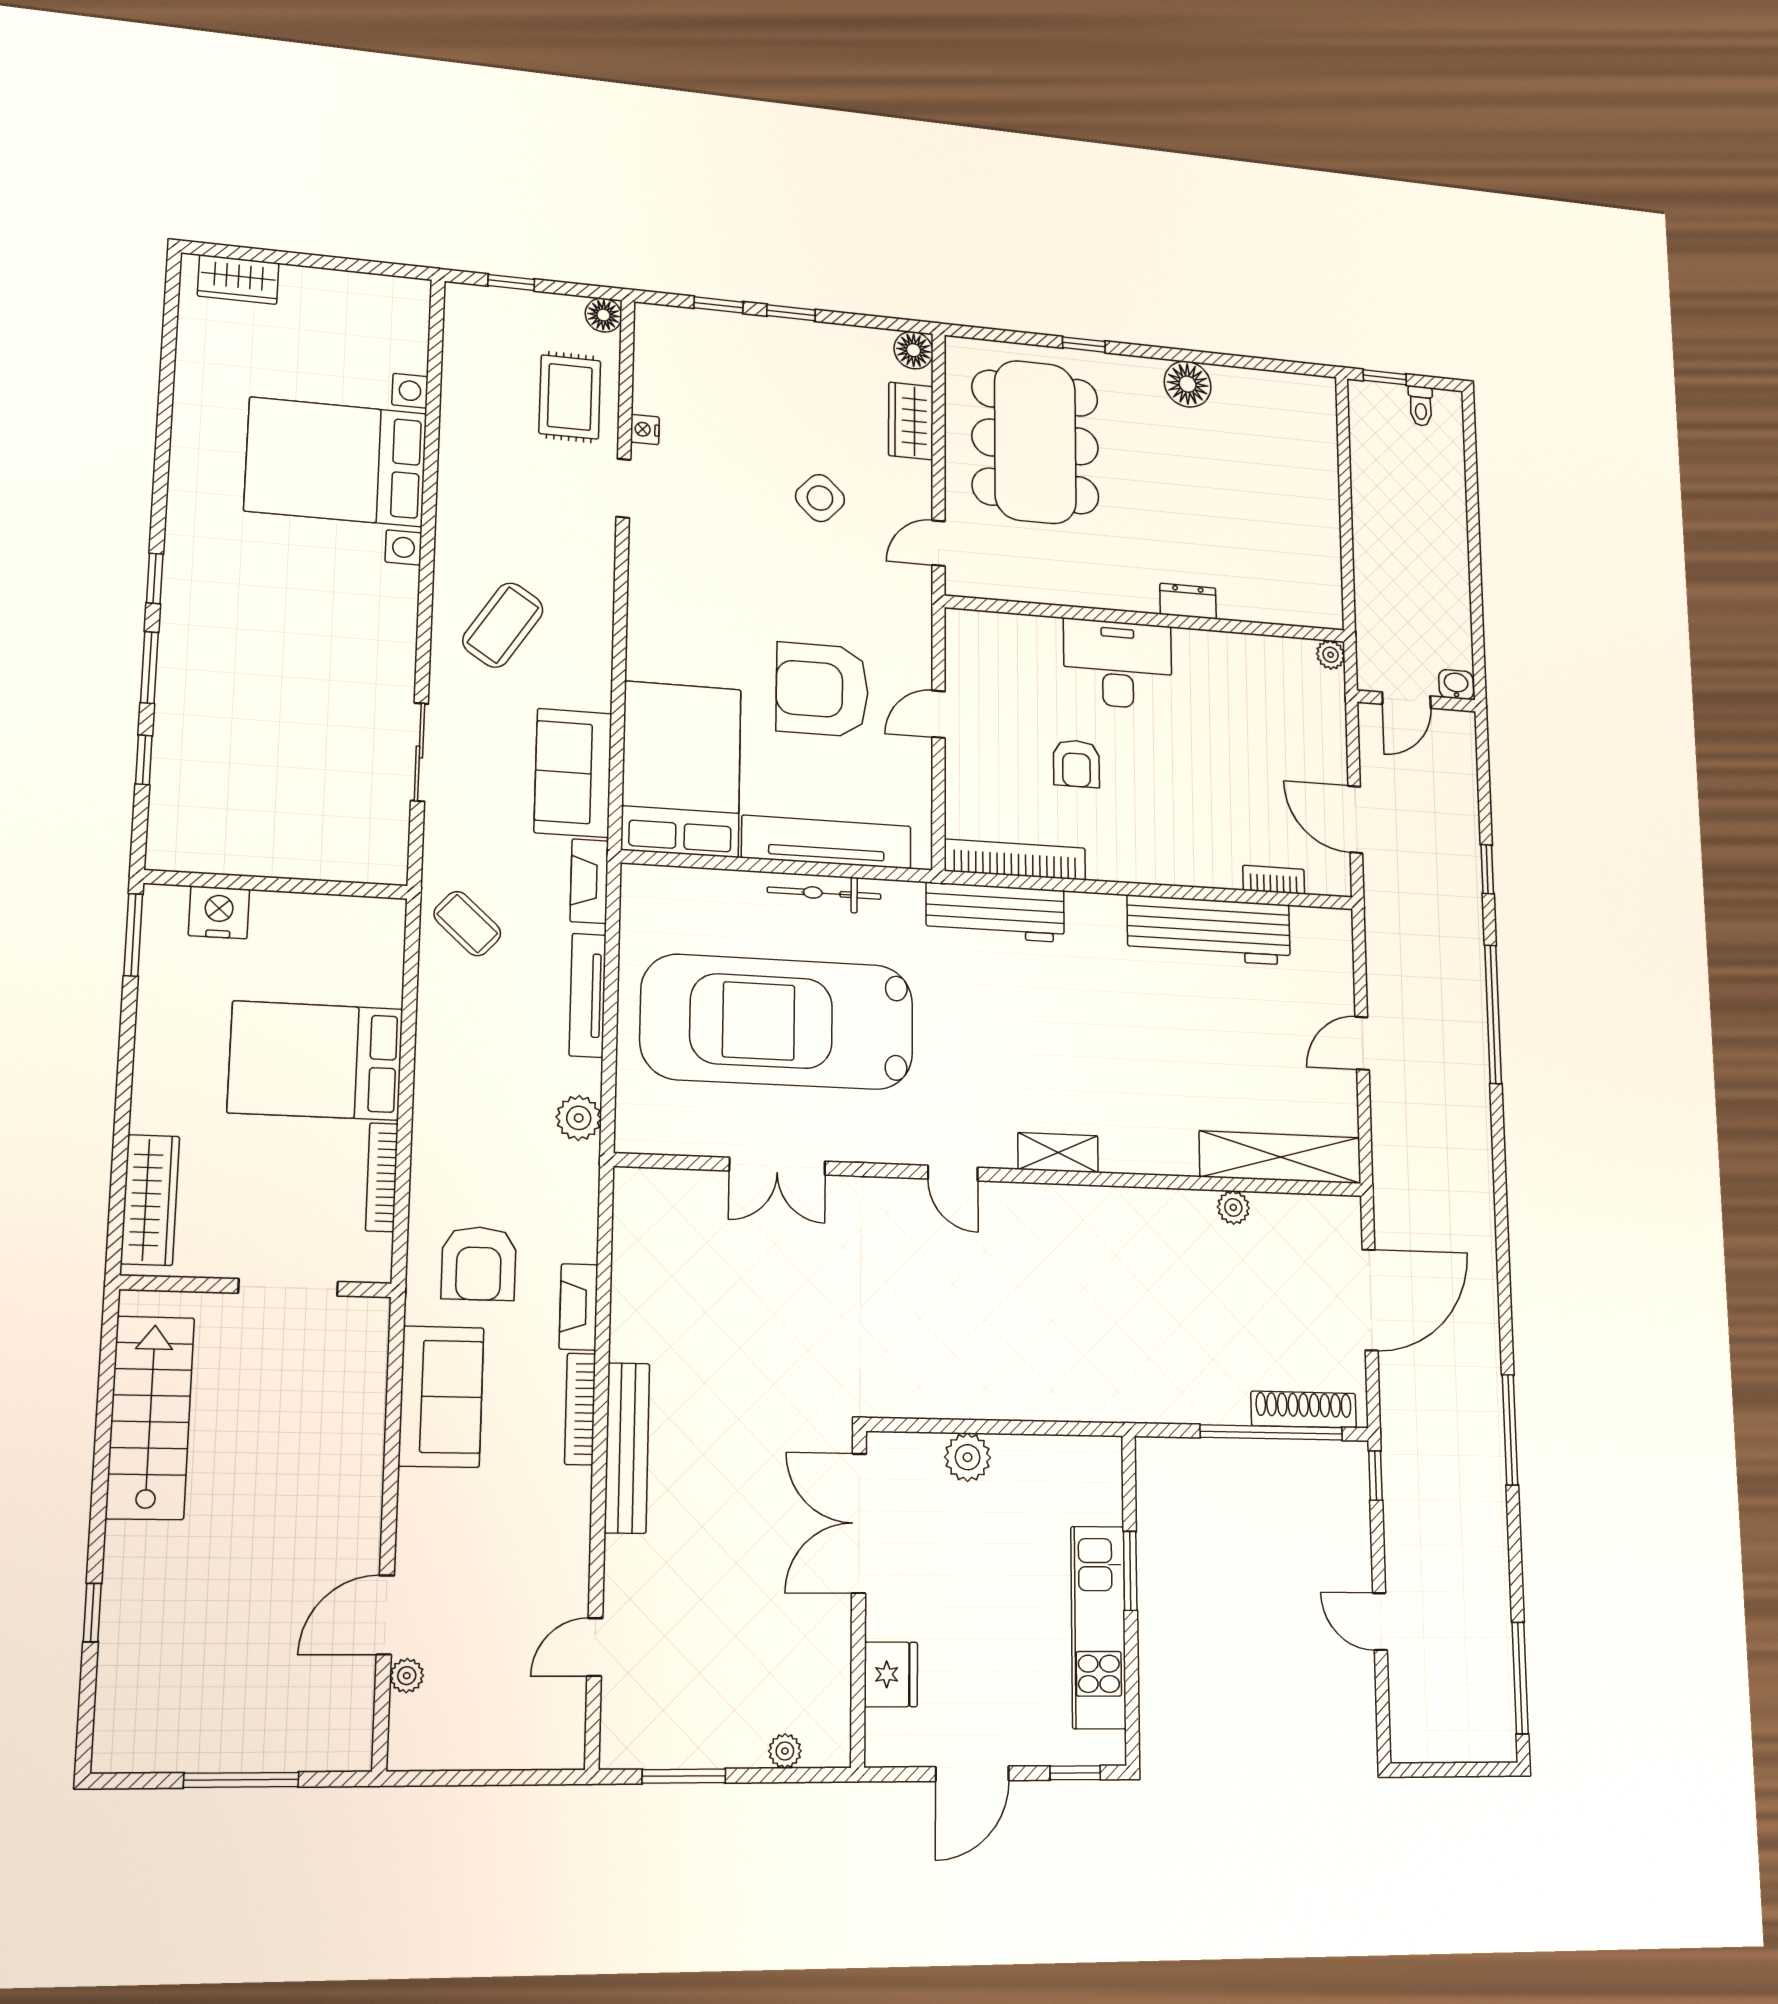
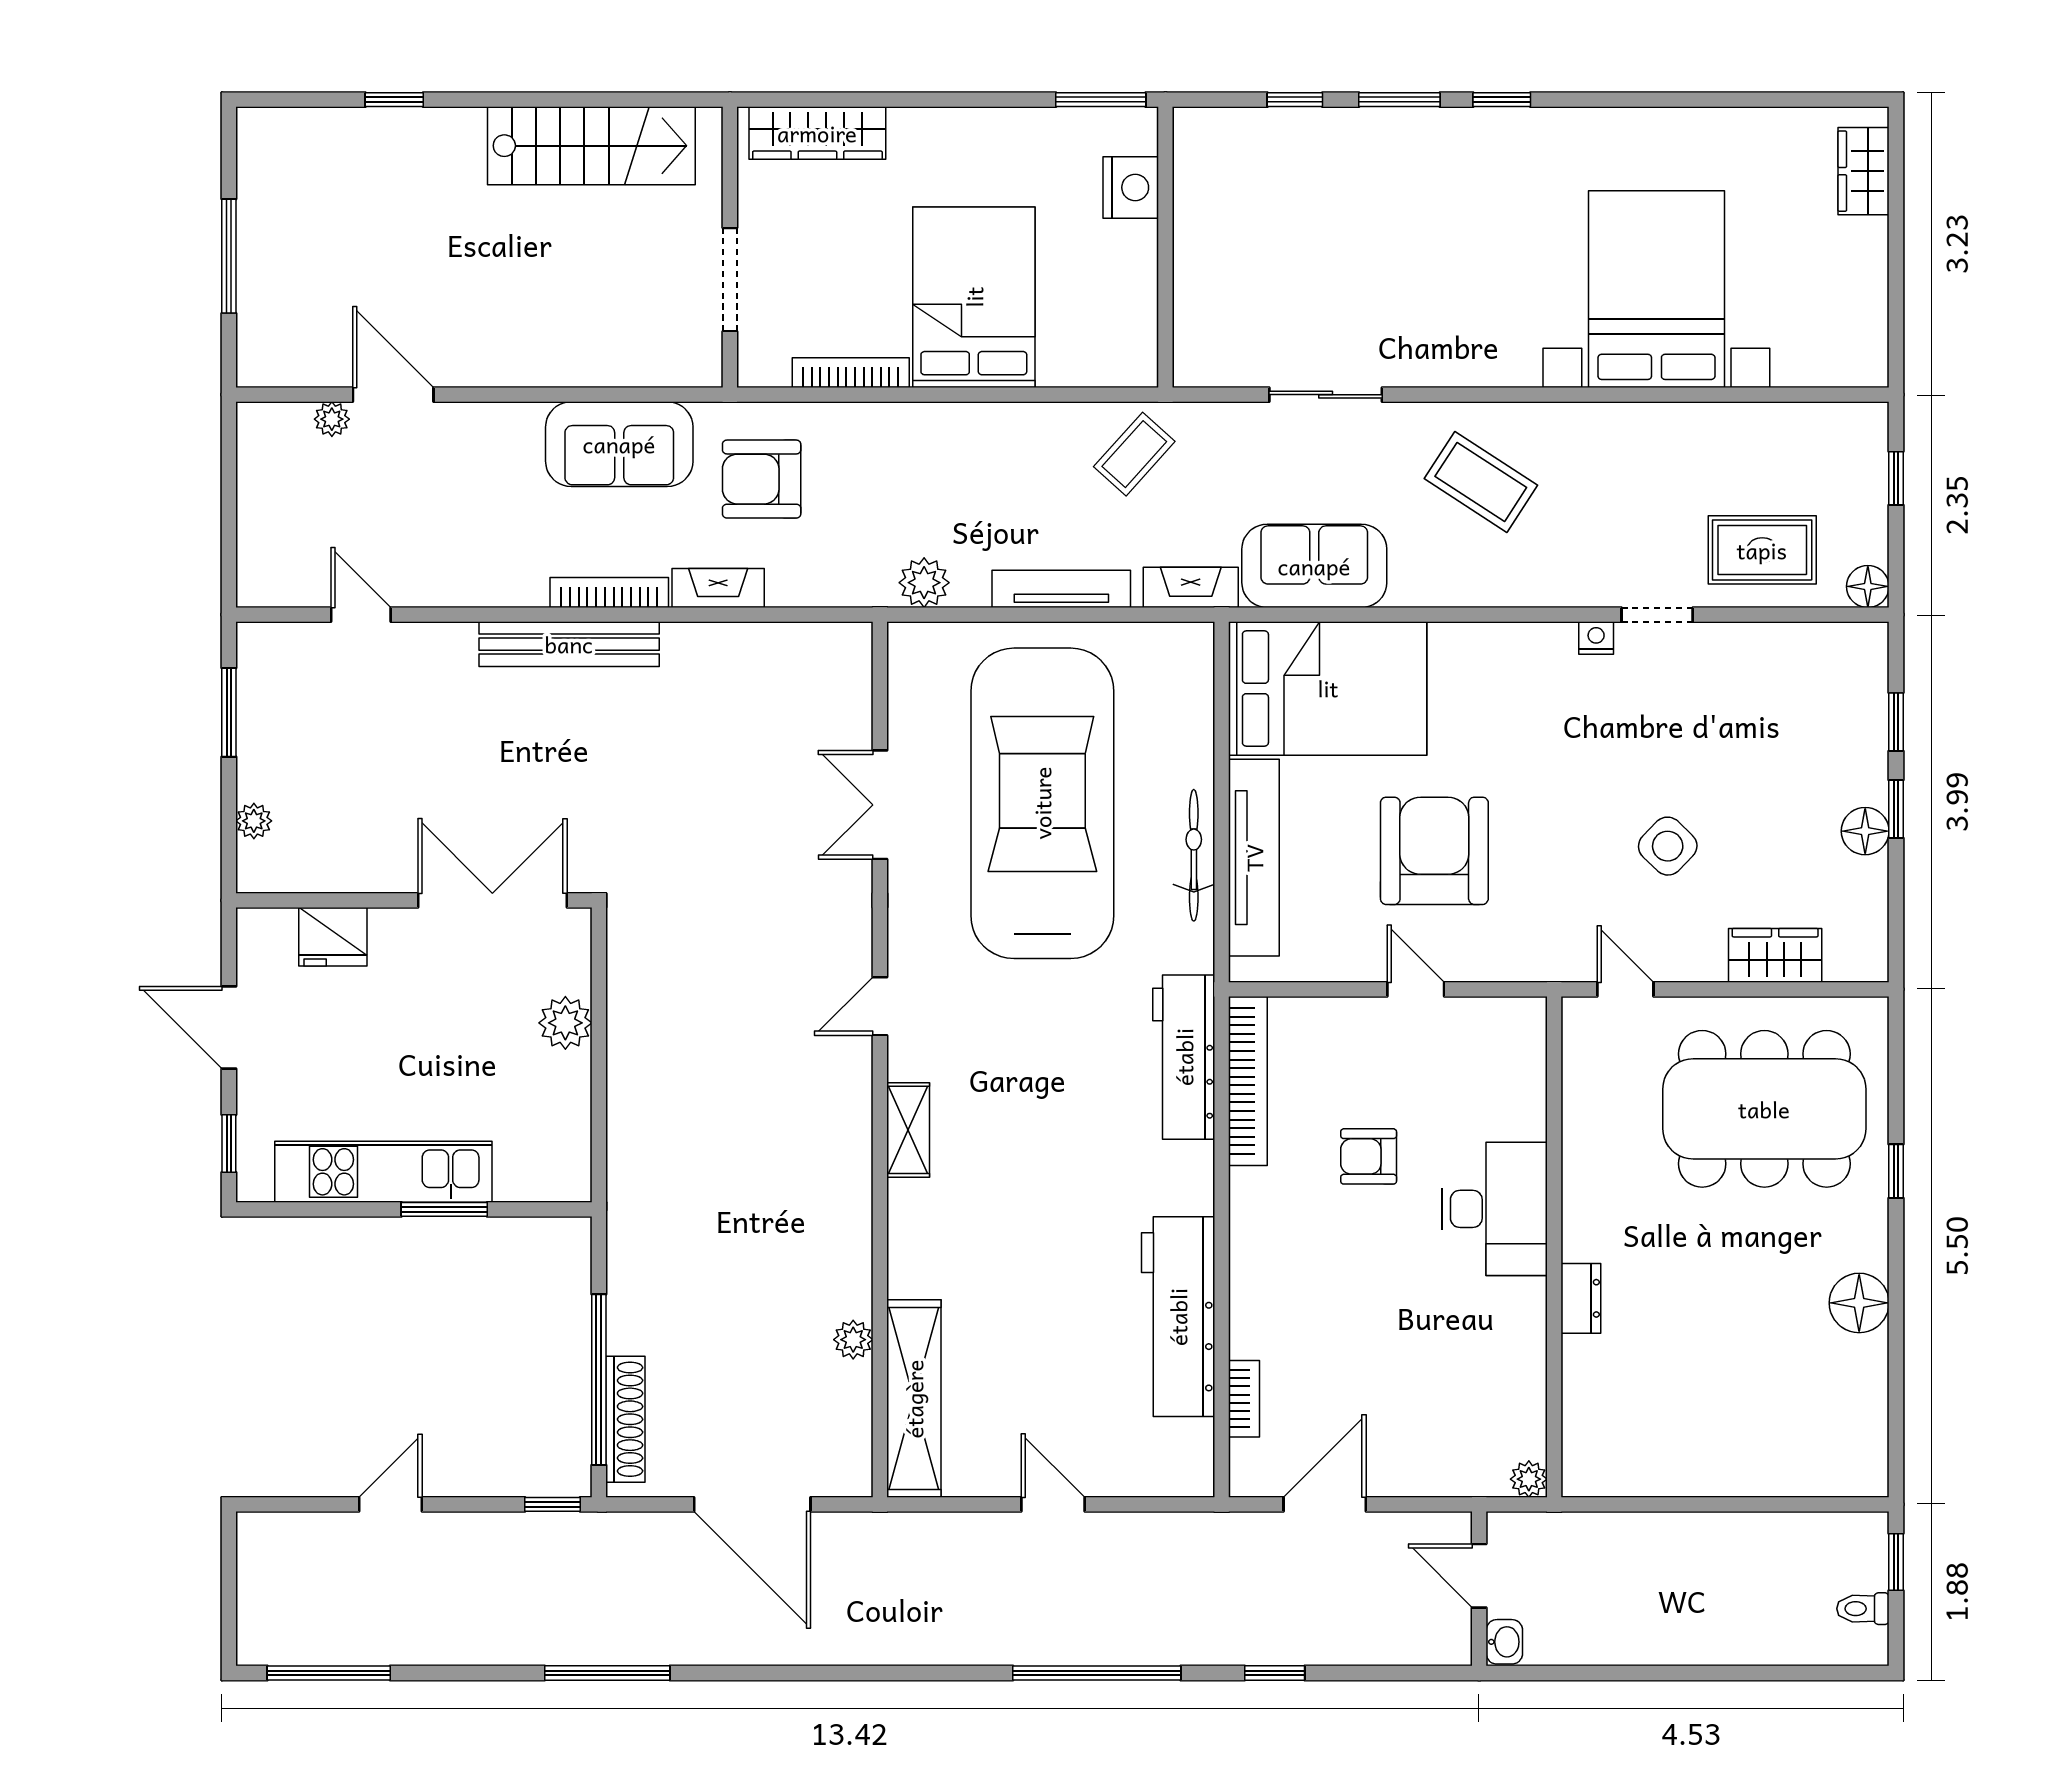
floor lamp: (914, 350) -> (1865, 831), moved
nightstand: (645, 429) -> (1596, 638), moved

